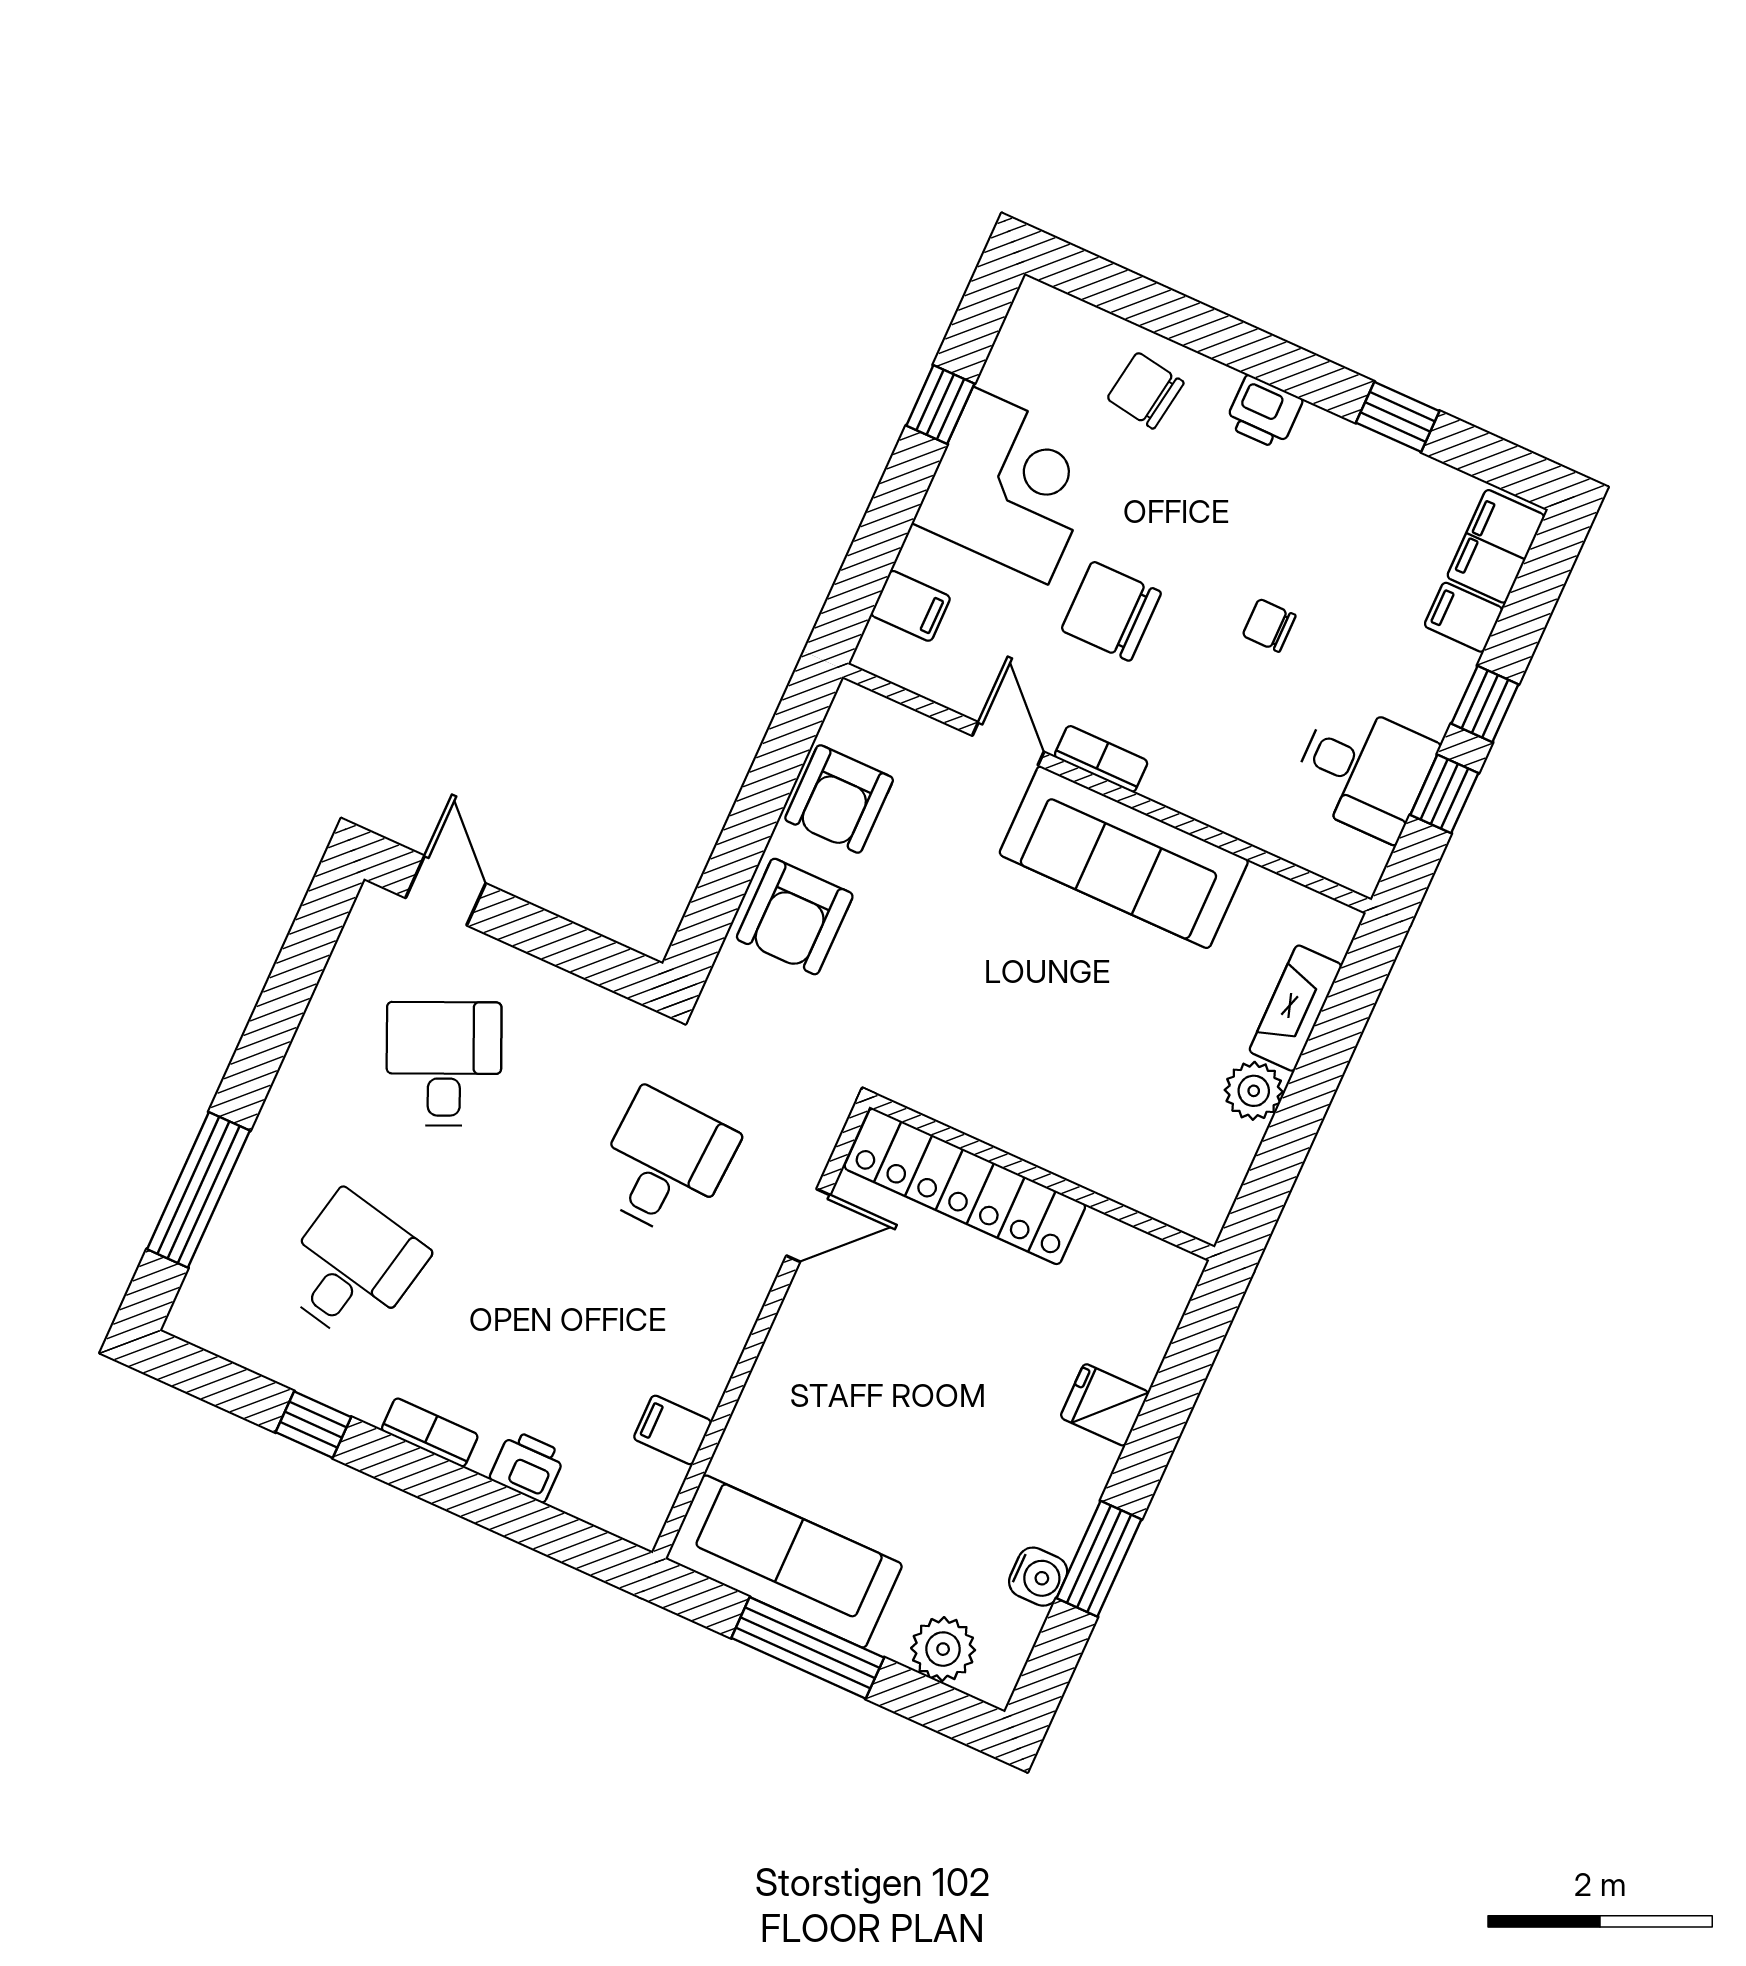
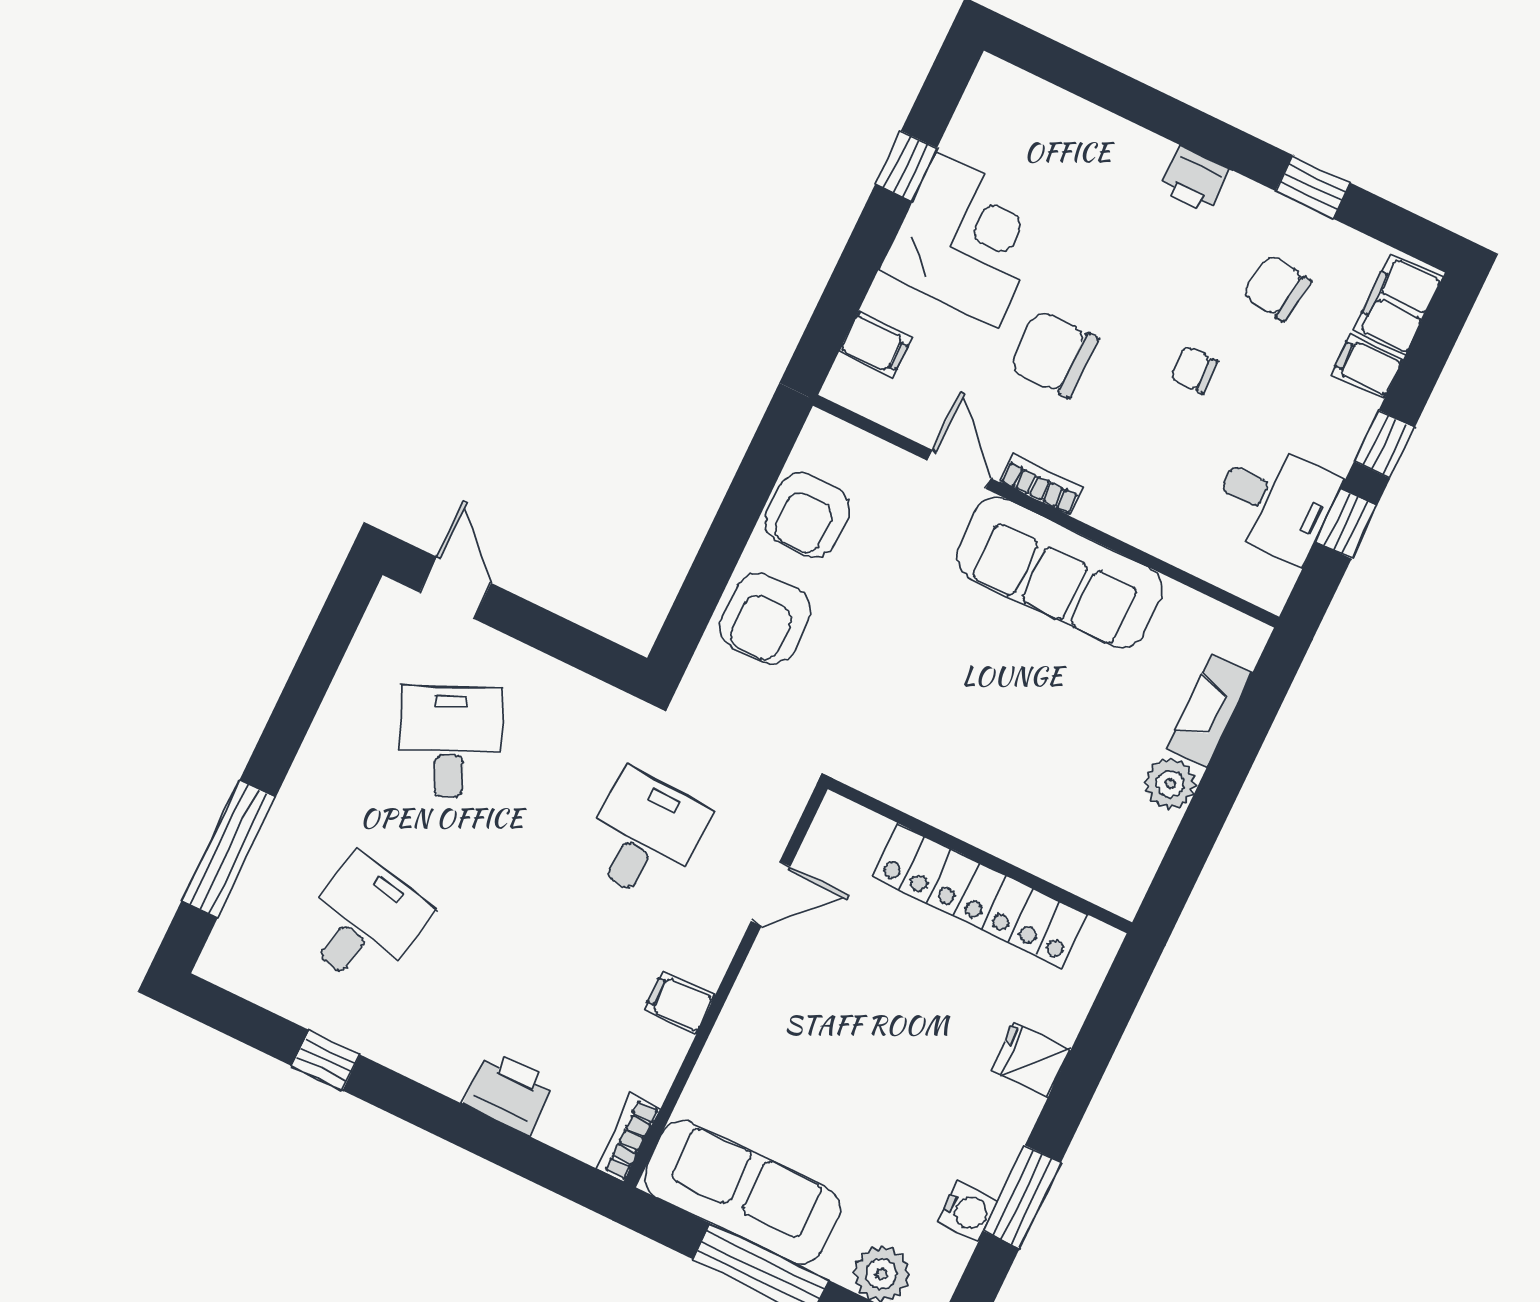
chair: (1145, 391) -> (1277, 287), moved
locker: (965, 1186) -> (980, 896), moved
filing cabinet: (673, 1430) -> (679, 1002), moved
bookcase: (430, 1432) -> (628, 1138), moved, turned -90
printer: (528, 1466) -> (509, 1092), width x1.36, depth x1.24

